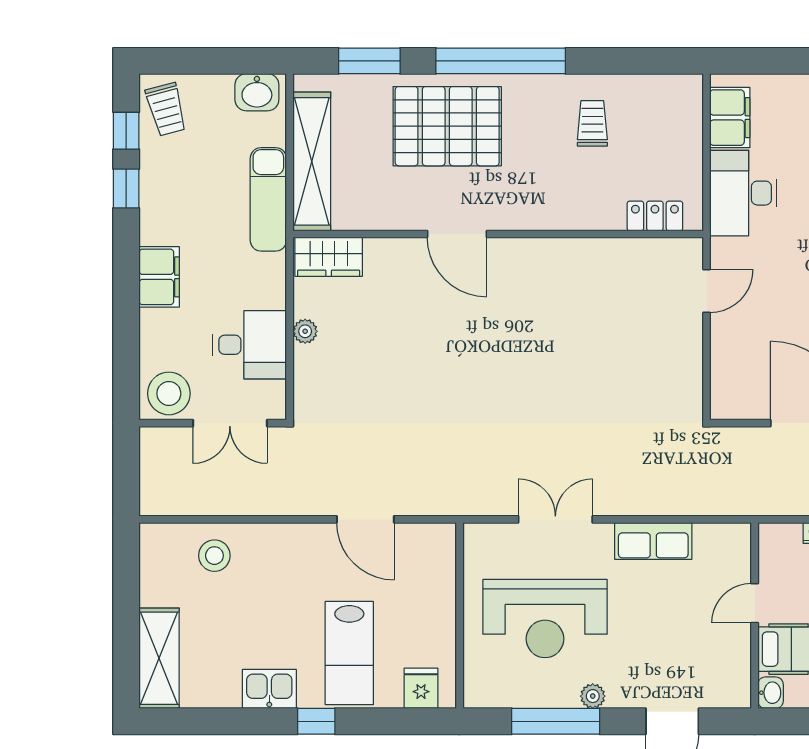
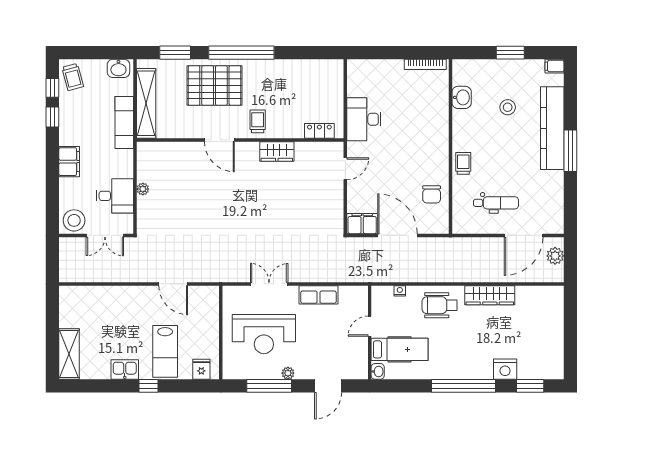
filing cabinet: (730, 118) -> (362, 224), moved, turned -90
trolley: (592, 123) -> (258, 121), moved
wardrobe: (329, 257) -> (277, 151), moved
stool: (214, 556) -> (97, 302), removed

